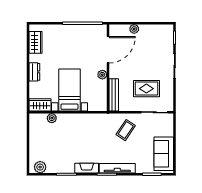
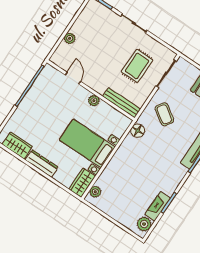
door: (108, 50) -> (73, 78), width x0.53
dresser: (34, 72) -> (42, 163), width x1.44
plant: (52, 118) -> (95, 192), moved
floor lamp: (102, 119) -> (138, 131), added
fireplace: (87, 168) -> (158, 206), moved

